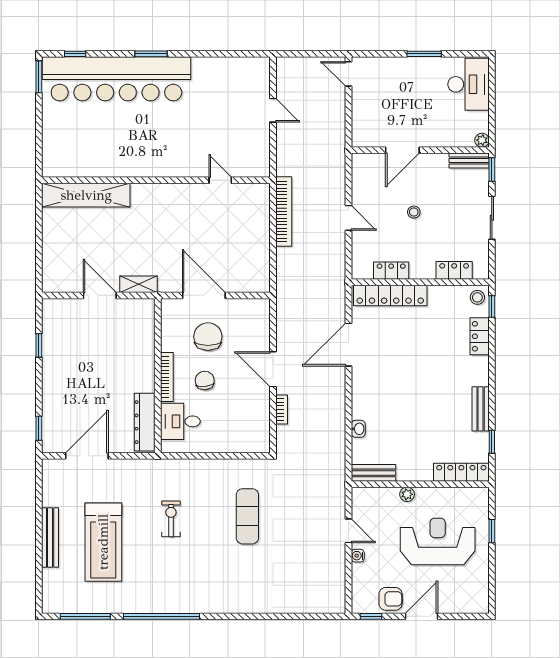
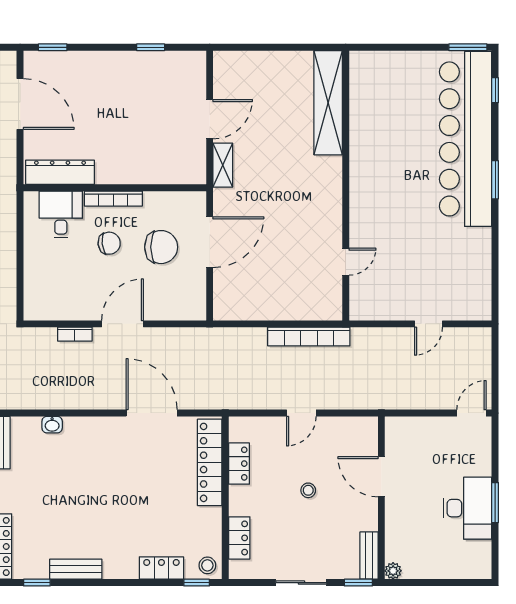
desk: (469, 84) -> (467, 508), moved, turned -90

